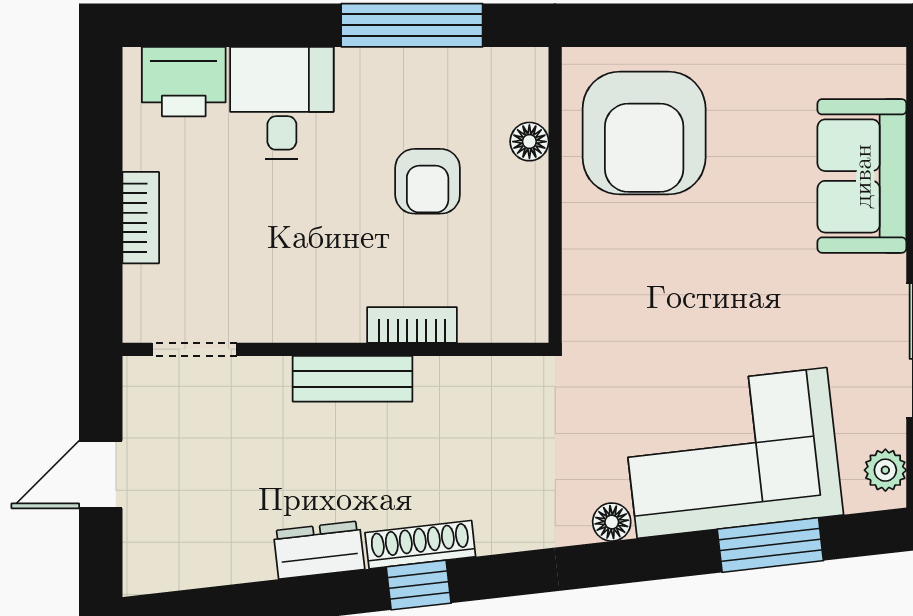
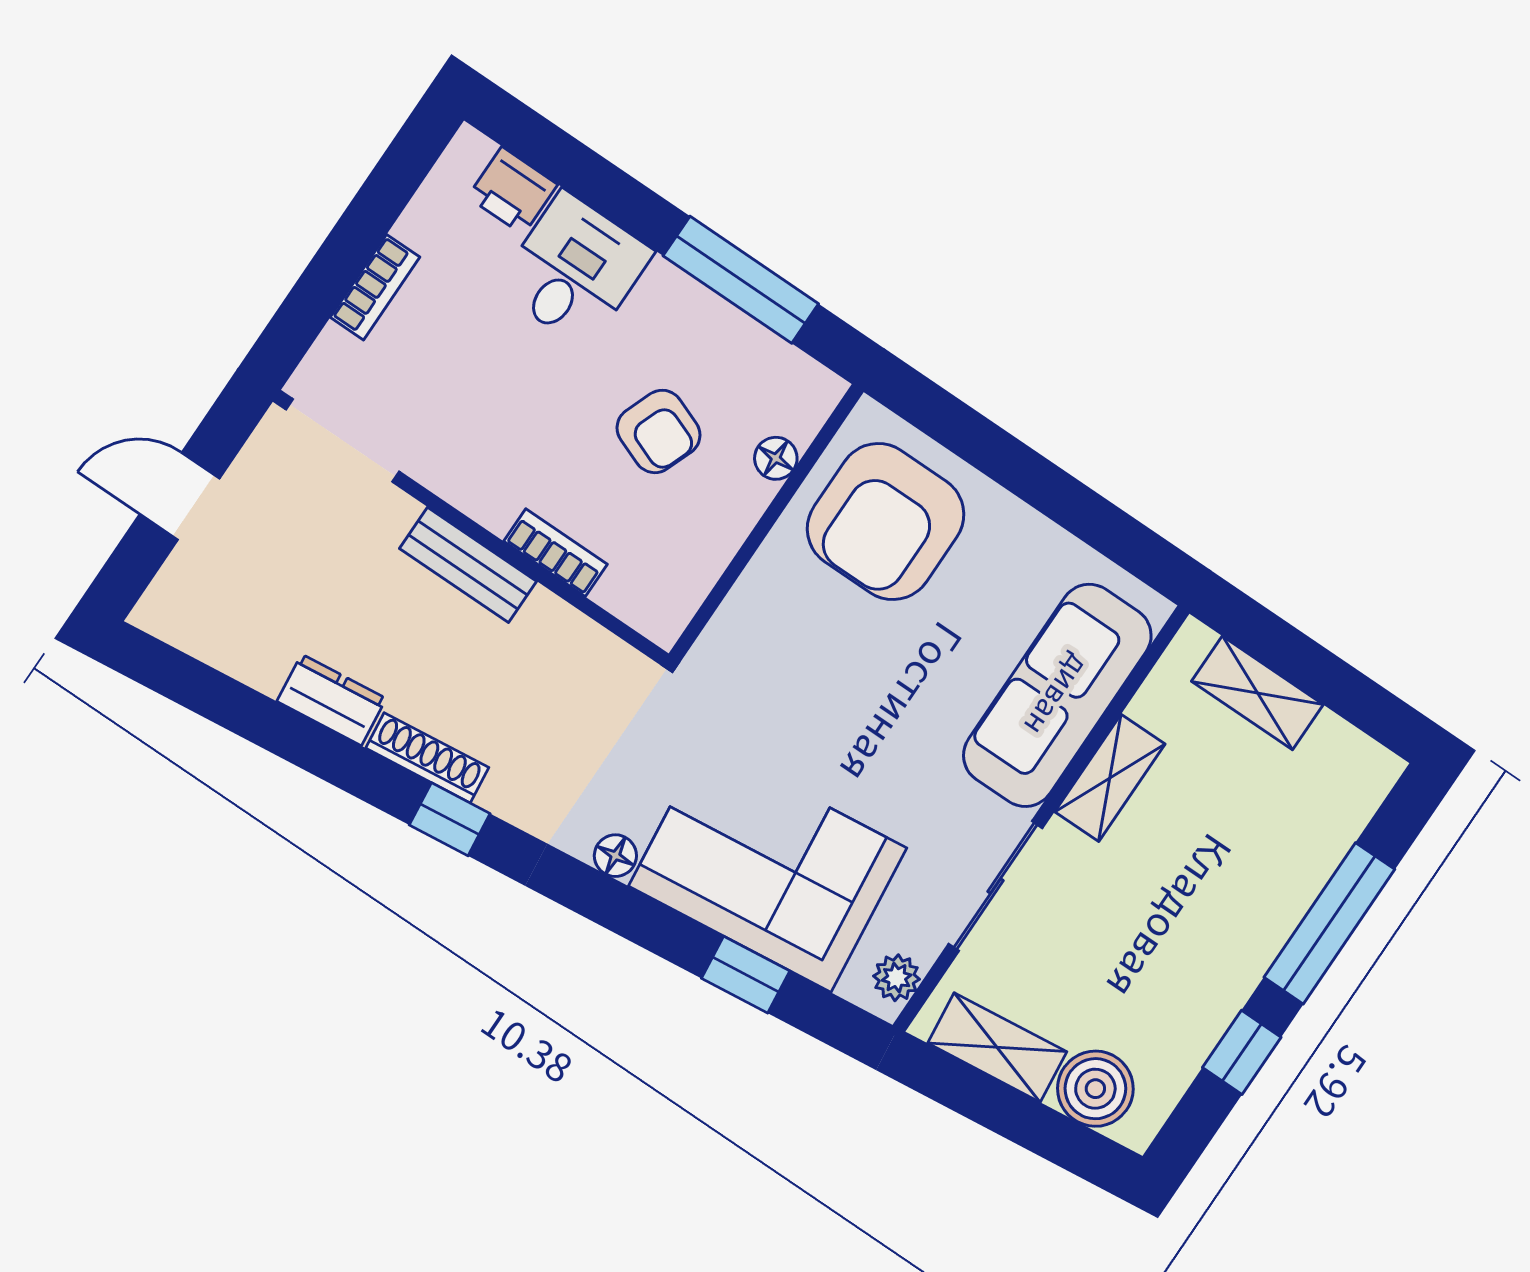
printer: (184, 82) -> (513, 191), width x0.73, depth x0.81
sofa: (862, 176) -> (1057, 695), width x1.36
armchair: (428, 181) -> (659, 431), turned -69
doorway: (195, 349) -> (342, 440), width x1.38
window: (770, 545) -> (746, 975), width x0.67
window: (419, 585) -> (450, 819), moved

